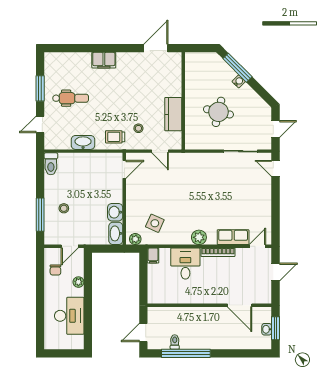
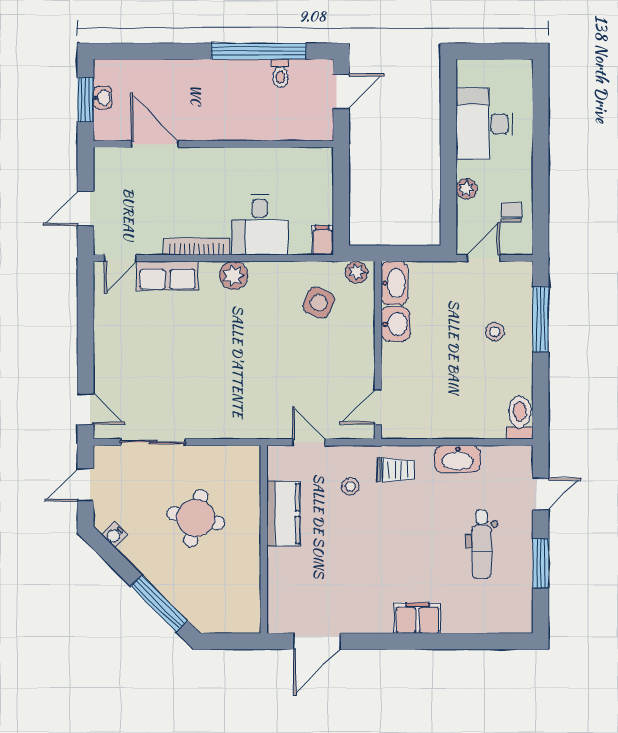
water cooler: (239, 81) -> (115, 535), moved
dental chair: (71, 98) -> (482, 544), turned -90

